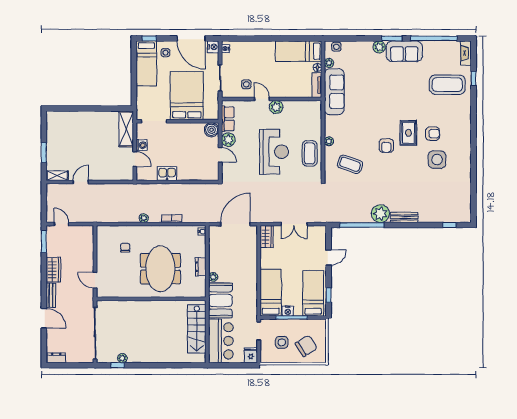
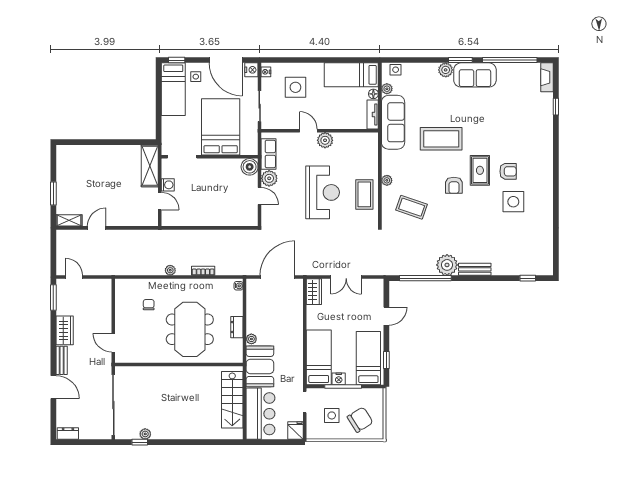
side table: (246, 84) -> (295, 87), moved, width x1.87, depth x1.87
coffee table: (447, 85) -> (441, 139), moved
kitchen sink: (167, 174) -> (198, 218), removed

